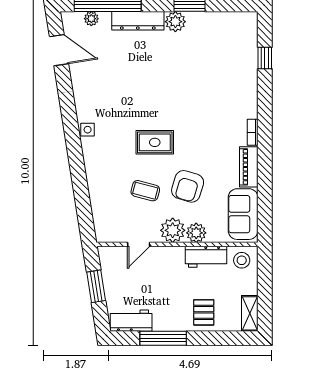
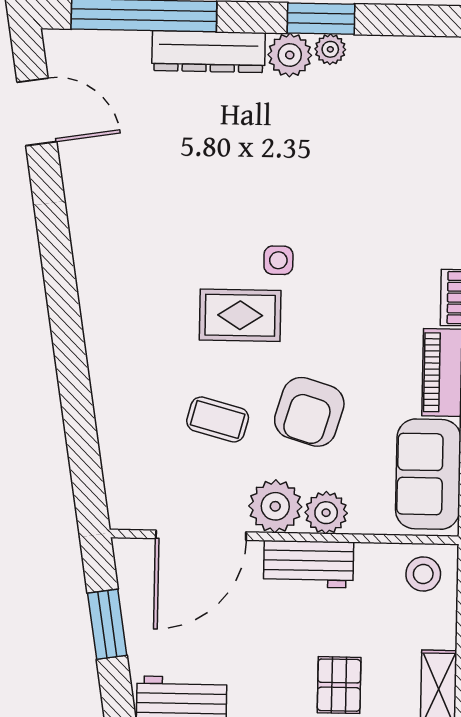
plant: (91, 19) -> (330, 49), moved
side table: (88, 130) -> (278, 260), moved
door: (139, 244) -> (201, 535), width x1.87
workbench: (206, 257) -> (309, 564), moved

